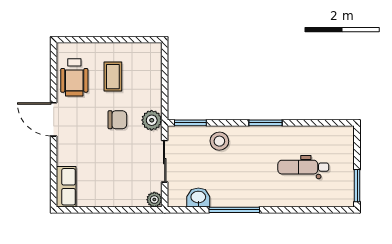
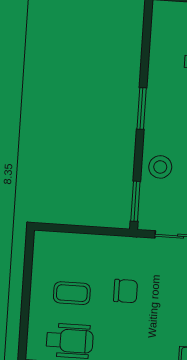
chair: (117, 120) -> (126, 291), turned 90
plant: (152, 120) -> (129, 249), removed

